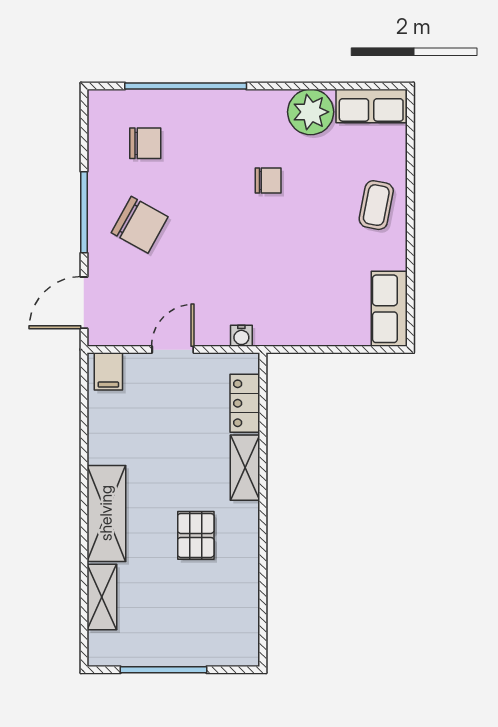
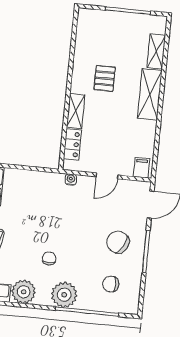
plant: (232, 114) -> (64, 295), added
chair: (268, 180) -> (49, 259), turned 90

